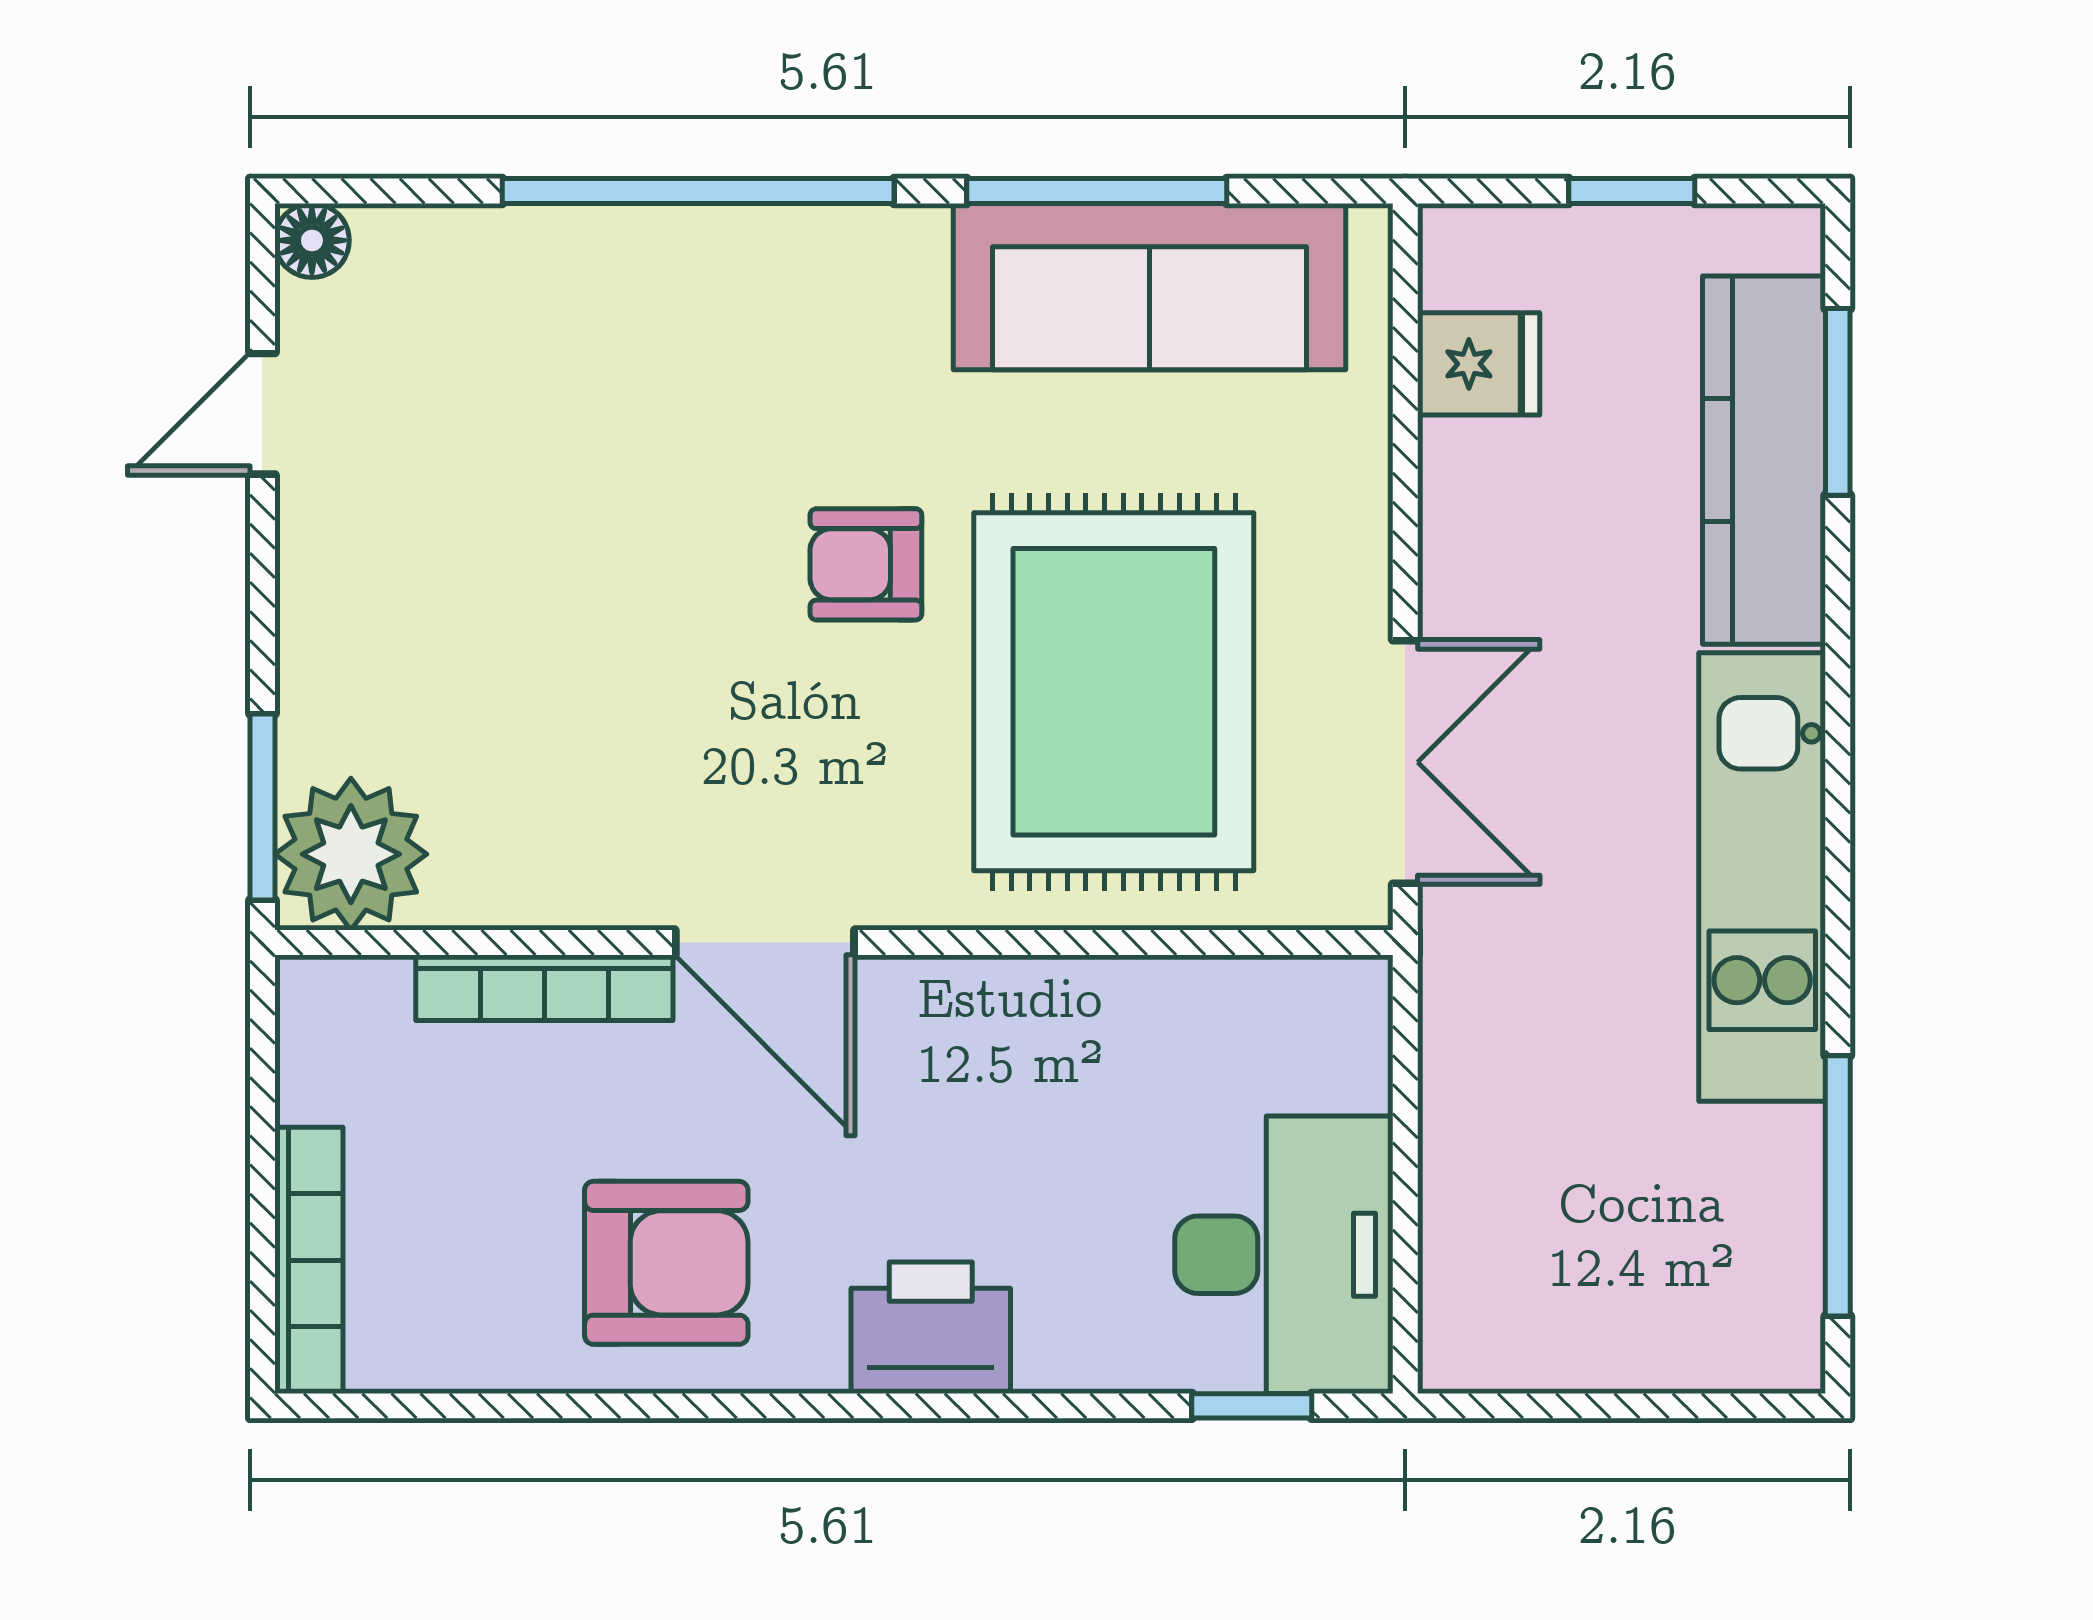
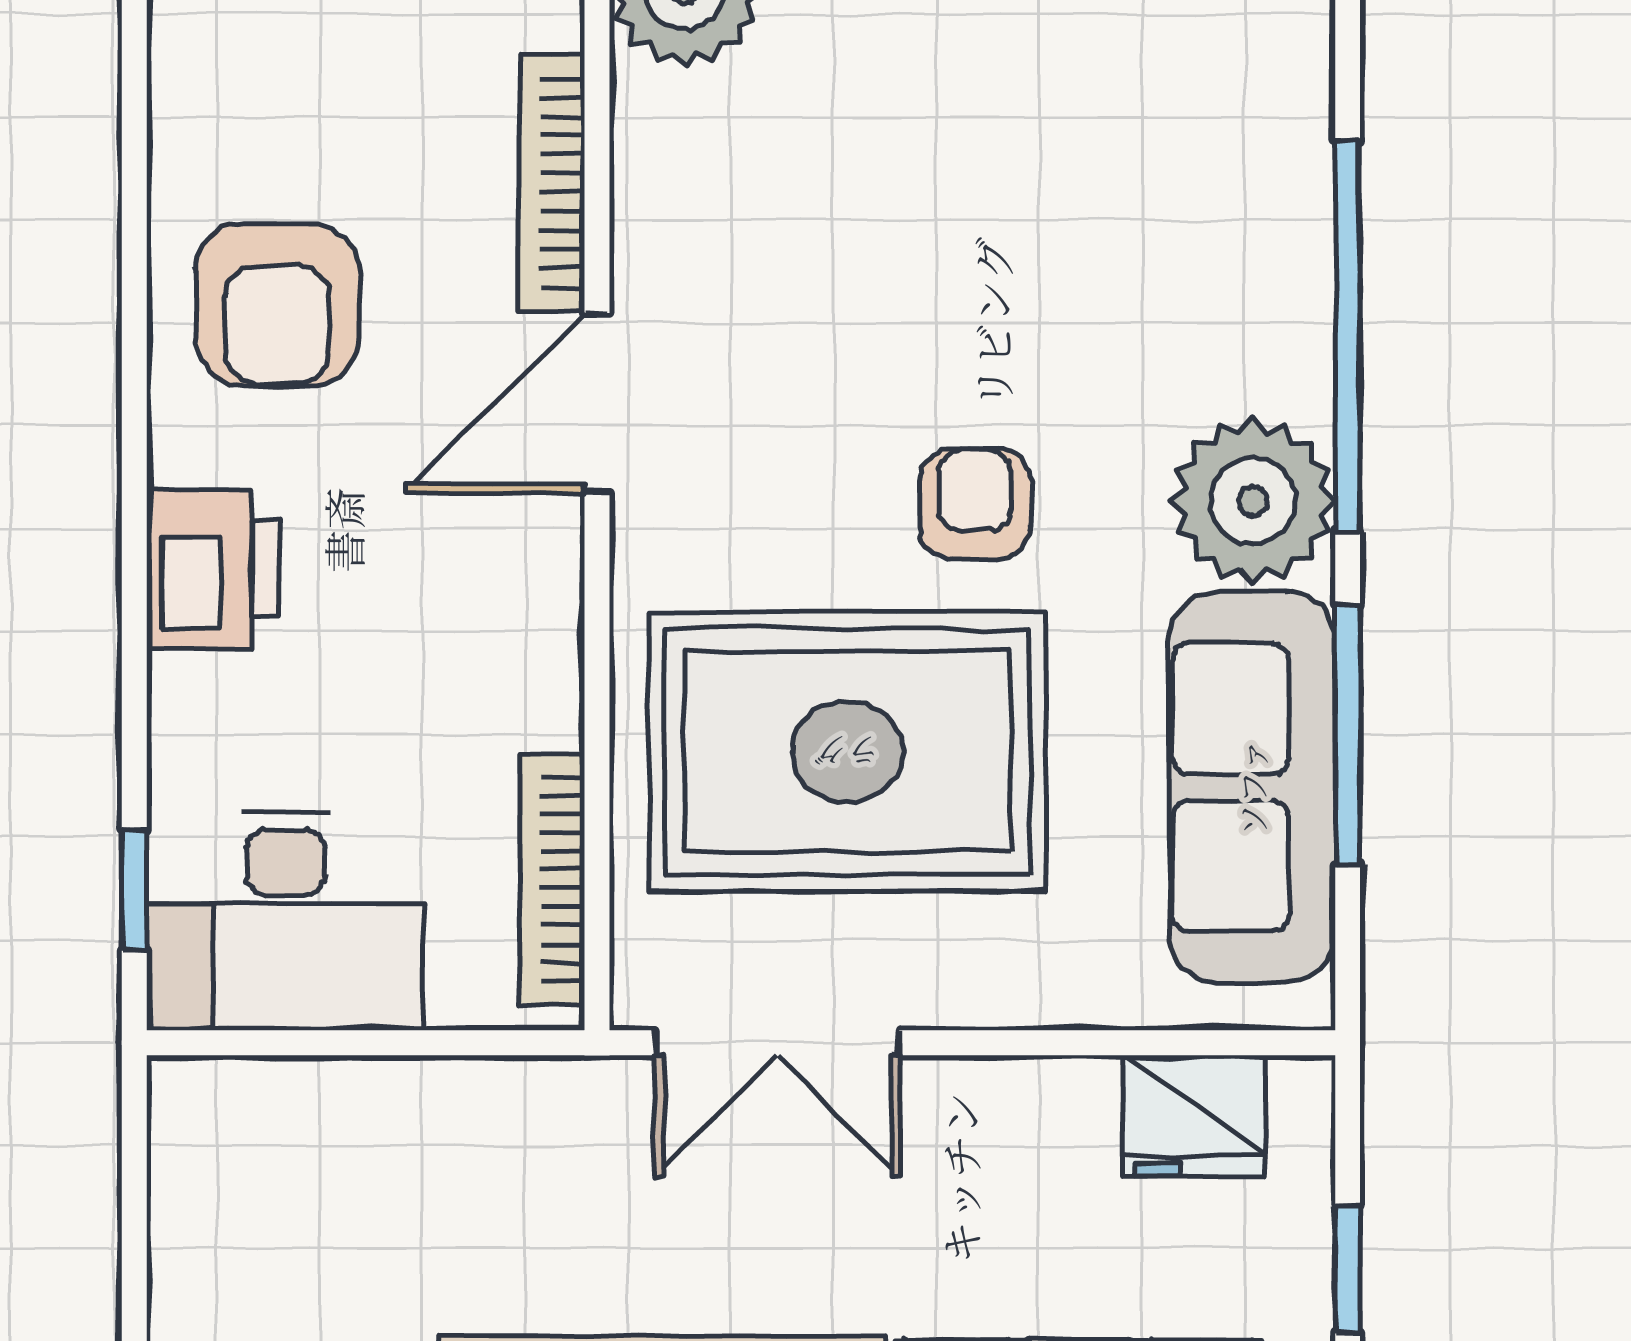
plant: (863, 286) -> (1253, 501), added
fridge: (1479, 364) -> (1195, 1116), width x1.38
bookcase: (1242, 987) -> (552, 879), added

